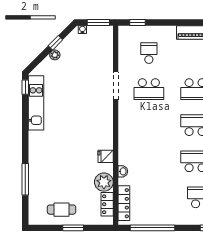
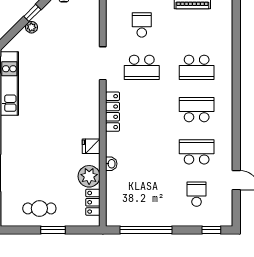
locker: (124, 203) -> (113, 112), moved

